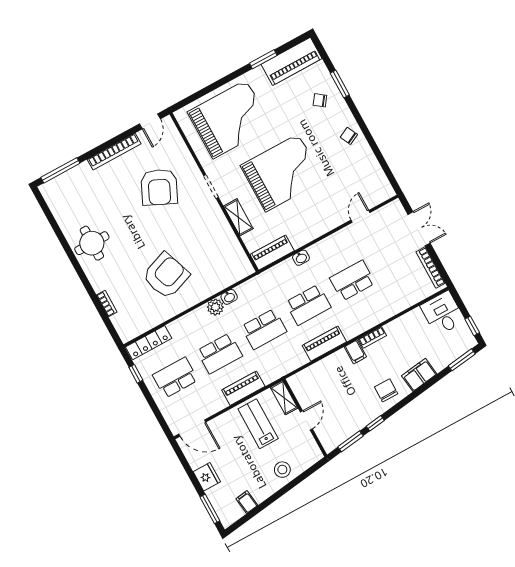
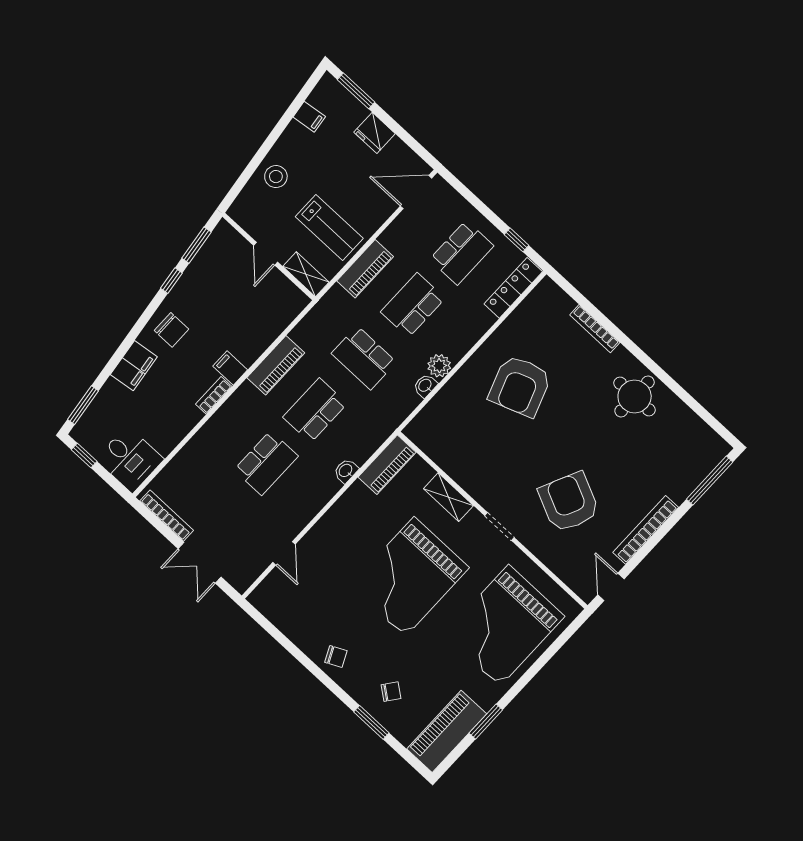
bookcase: (107, 303) -> (595, 329), width x1.56
school desk: (264, 329) -> (364, 358), turned -90

